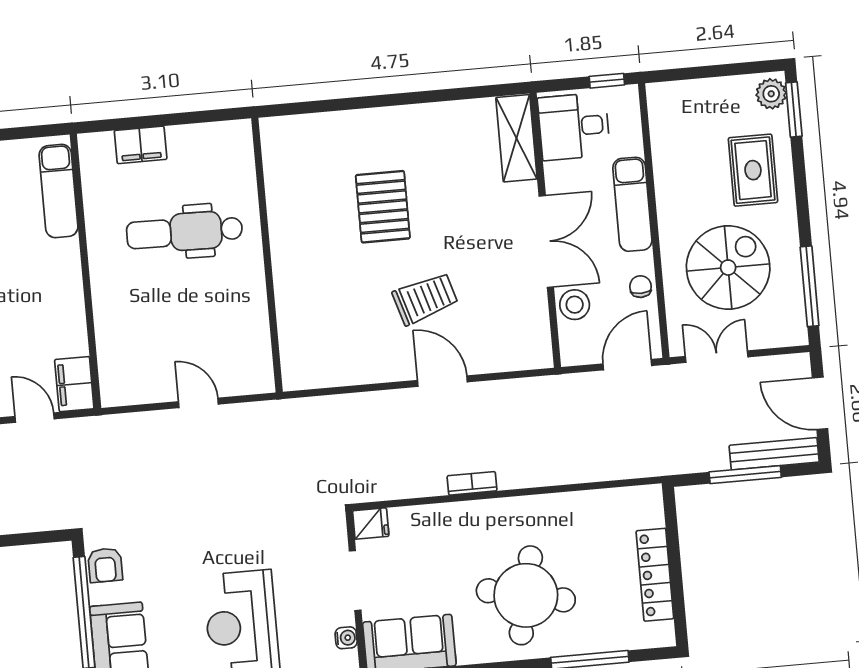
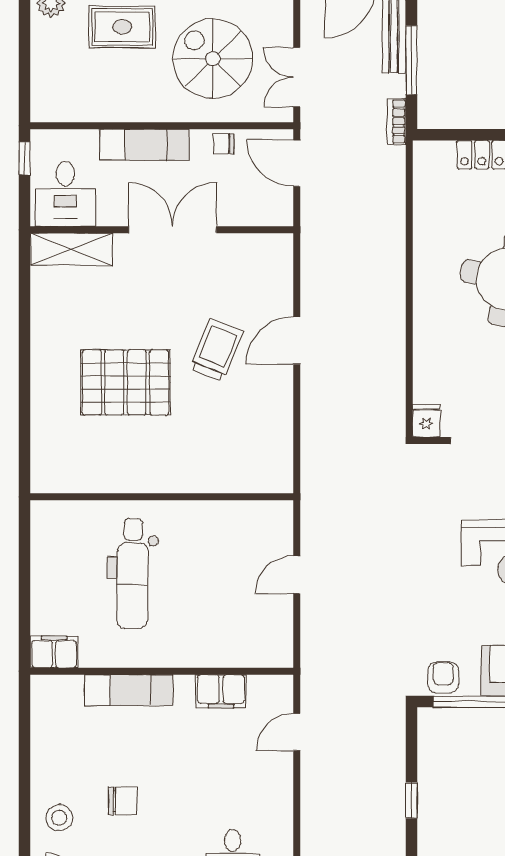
filing cabinet: (141, 145) -> (54, 652), moved, turned -90
exam couch: (58, 191) -> (129, 690), moved
pallet: (383, 207) -> (126, 383), width x1.37, depth x1.41
trolley: (425, 299) -> (217, 350), turned 39
stool: (575, 305) -> (235, 208), removed
filing cabinet: (74, 384) -> (221, 691), moved
bookcase: (472, 483) -> (397, 121), moved
armchair: (105, 565) -> (443, 677), turned -90

